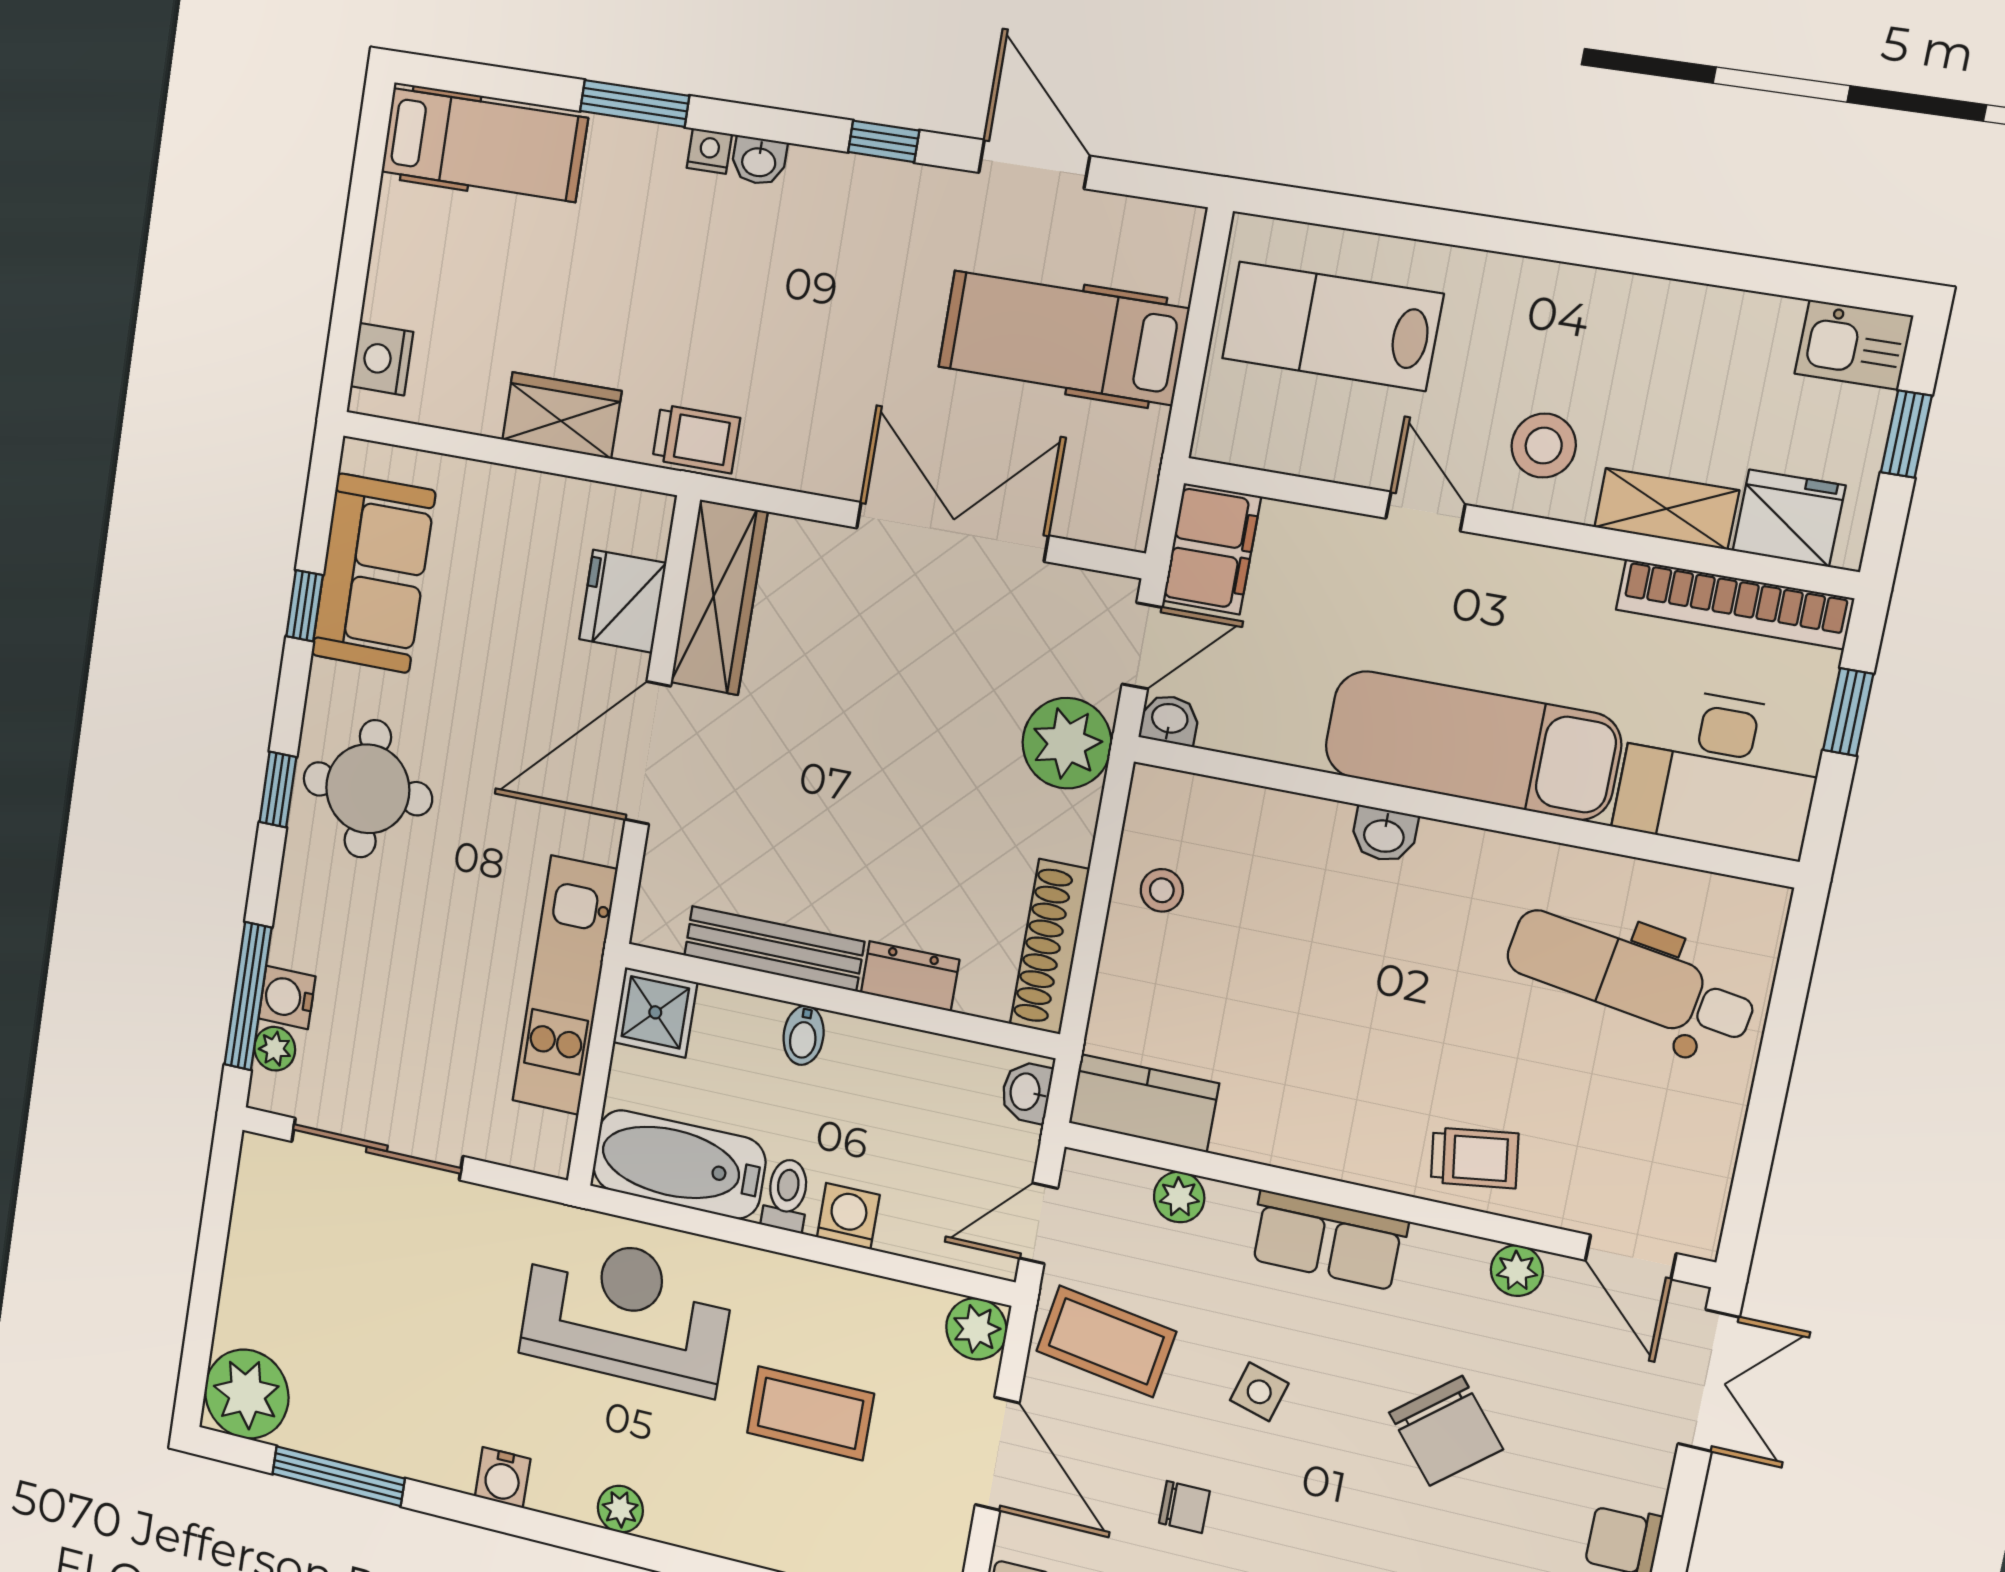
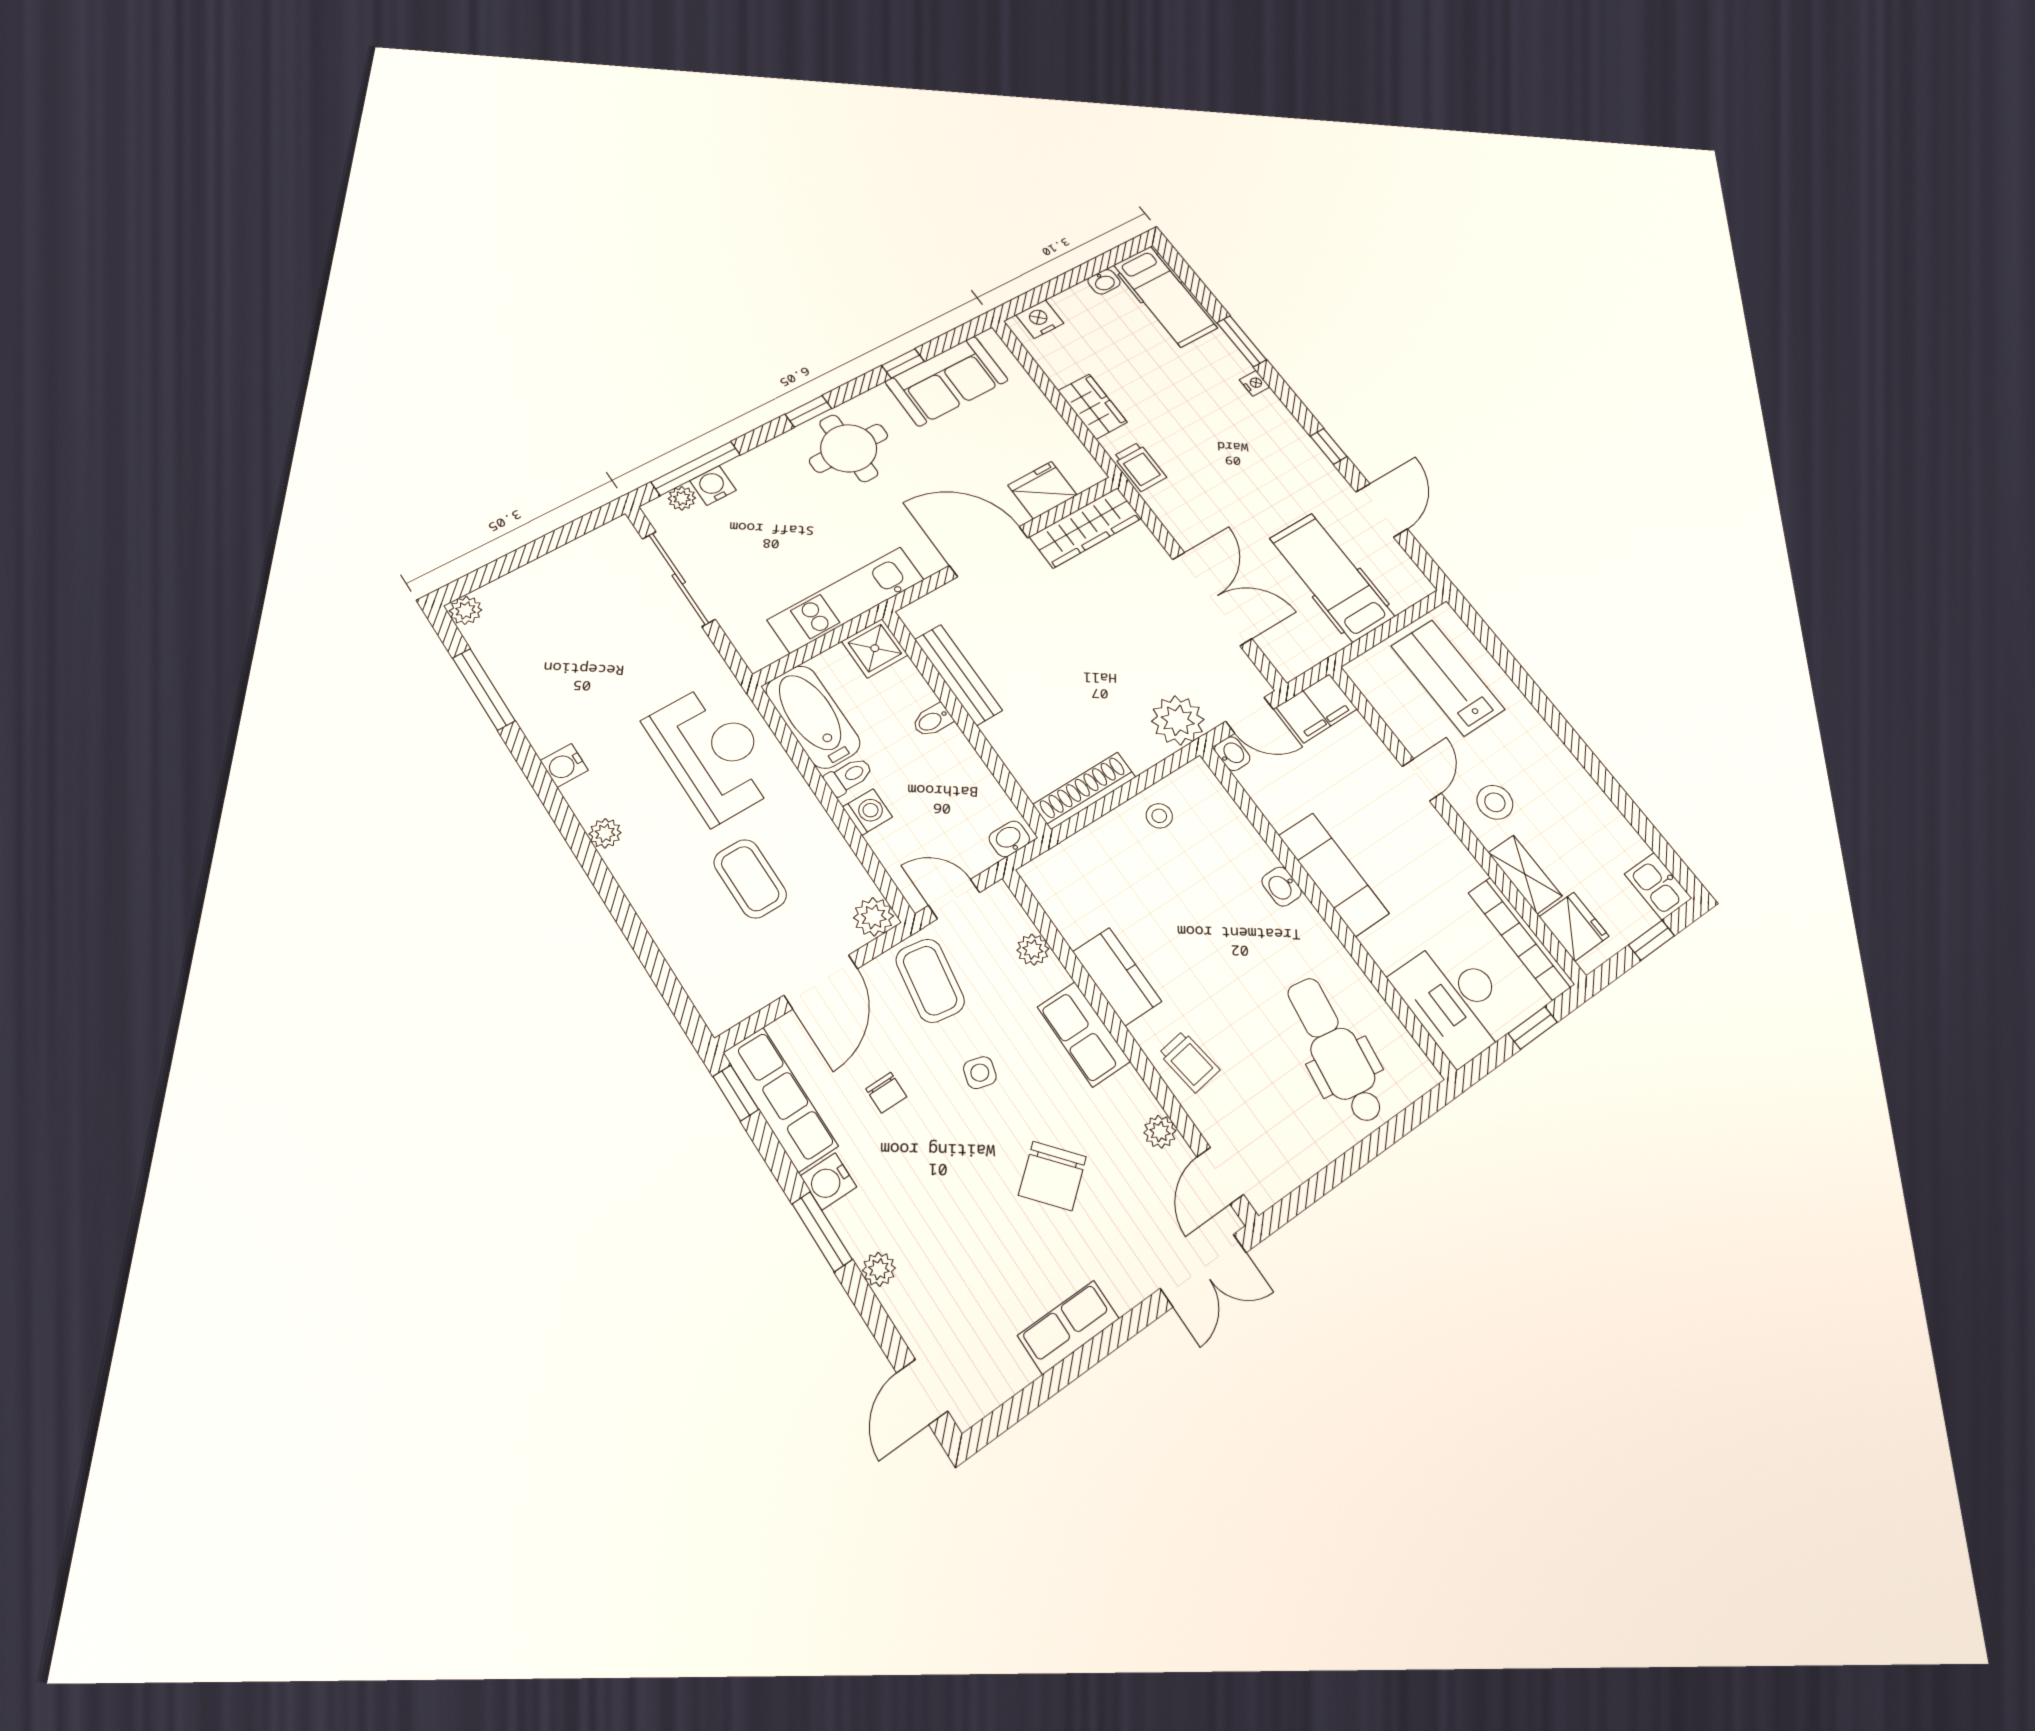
washbasin: (759, 161) -> (1104, 282), moved, turned -90
exam couch: (1472, 745) -> (1334, 874), width x0.73, depth x0.69
dresser: (910, 976) -> (1008, 743), removed
kitchen counter: (1144, 1103) -> (1117, 976), moved
plant: (247, 1394) -> (466, 610), width x0.53, depth x0.53

